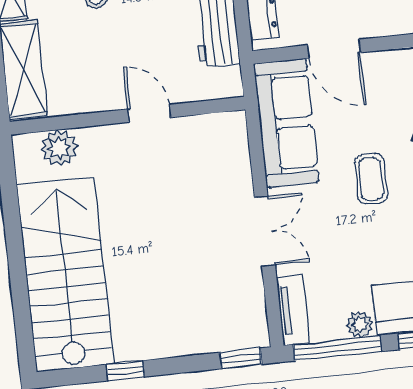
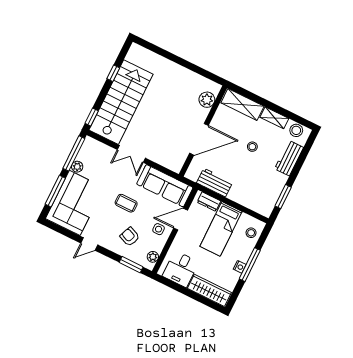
side table: (382, 80) -> (159, 229), added
door: (149, 113) -> (199, 139), width x1.88
stairs: (65, 275) -> (121, 102), moved, turned -90
tv unit: (293, 310) -> (97, 146), removed

